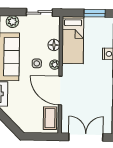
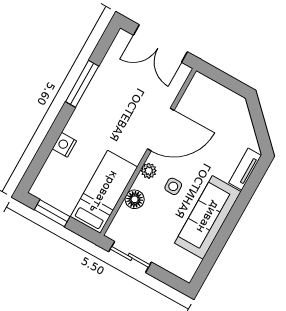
plant: (12, 22) -> (176, 265), removed
door: (60, 91) -> (161, 130), hinge flipped
coffee table: (50, 118) -> (197, 98), removed

